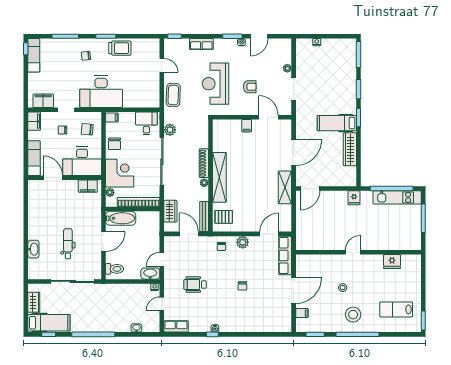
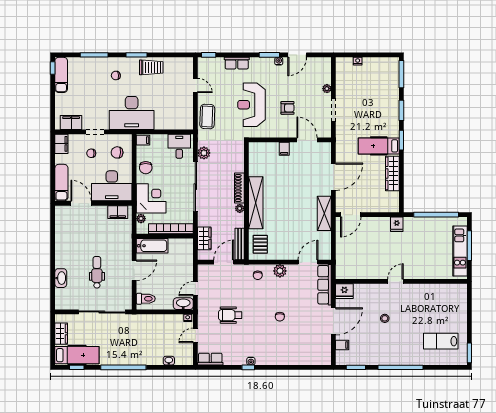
kitchen unit: (397, 197) -> (460, 251), moved, turned 90
pallet: (224, 217) -> (260, 244), turned 90
door: (189, 234) -> (224, 262), hinge flipped
fridge: (392, 262) -> (344, 291), moved
stool: (353, 315) -> (396, 347), removed

